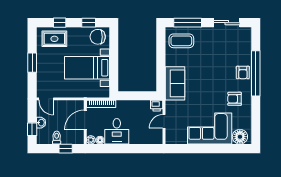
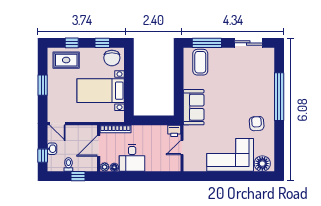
chair: (98, 37) -> (112, 58), turned -90
coffee table: (181, 41) -> (200, 62), turned 90
armchair: (243, 72) -> (265, 96), removed
armchair: (235, 99) -> (257, 124), turned 86

